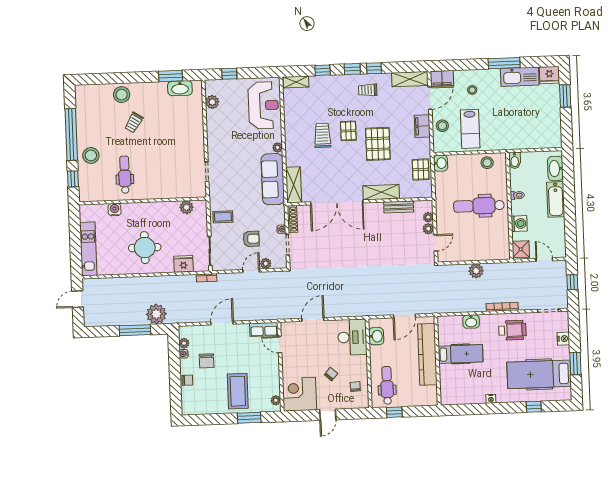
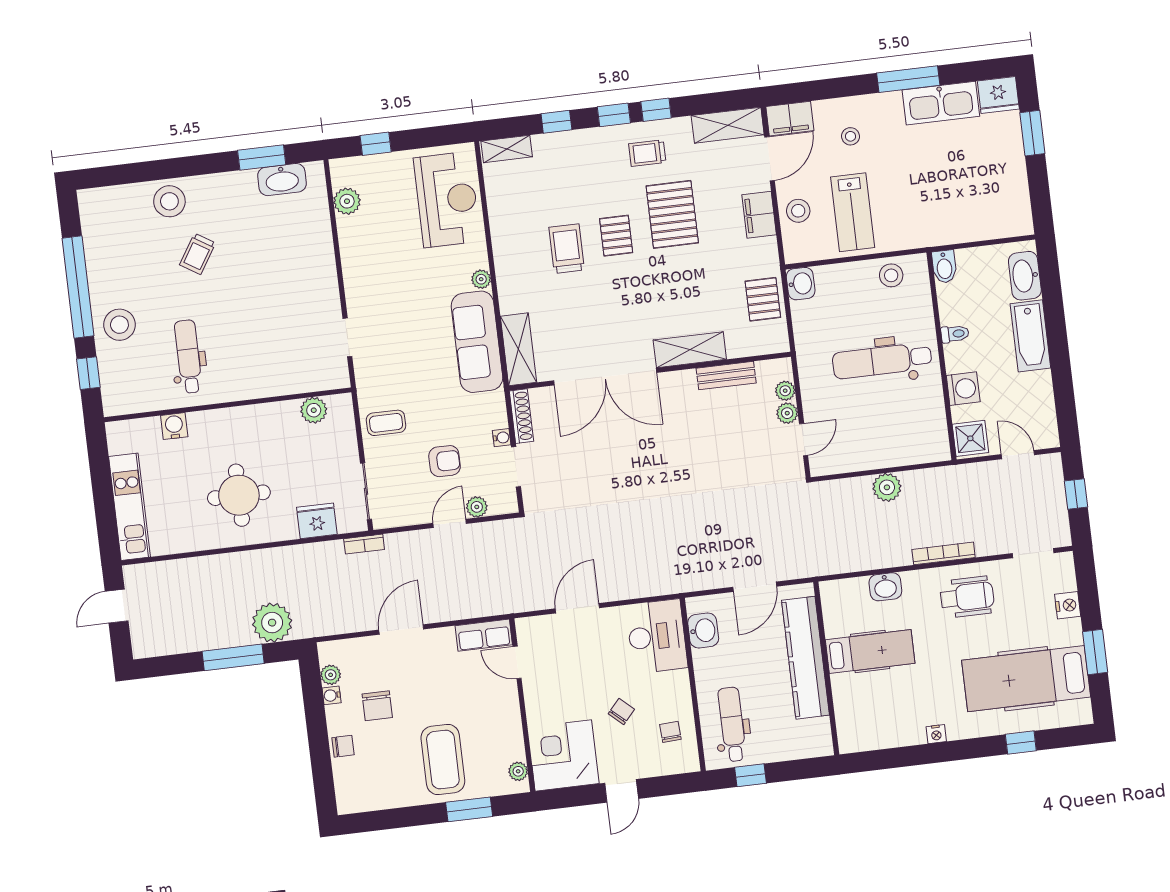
pallet: (378, 144) -> (672, 214), moved

